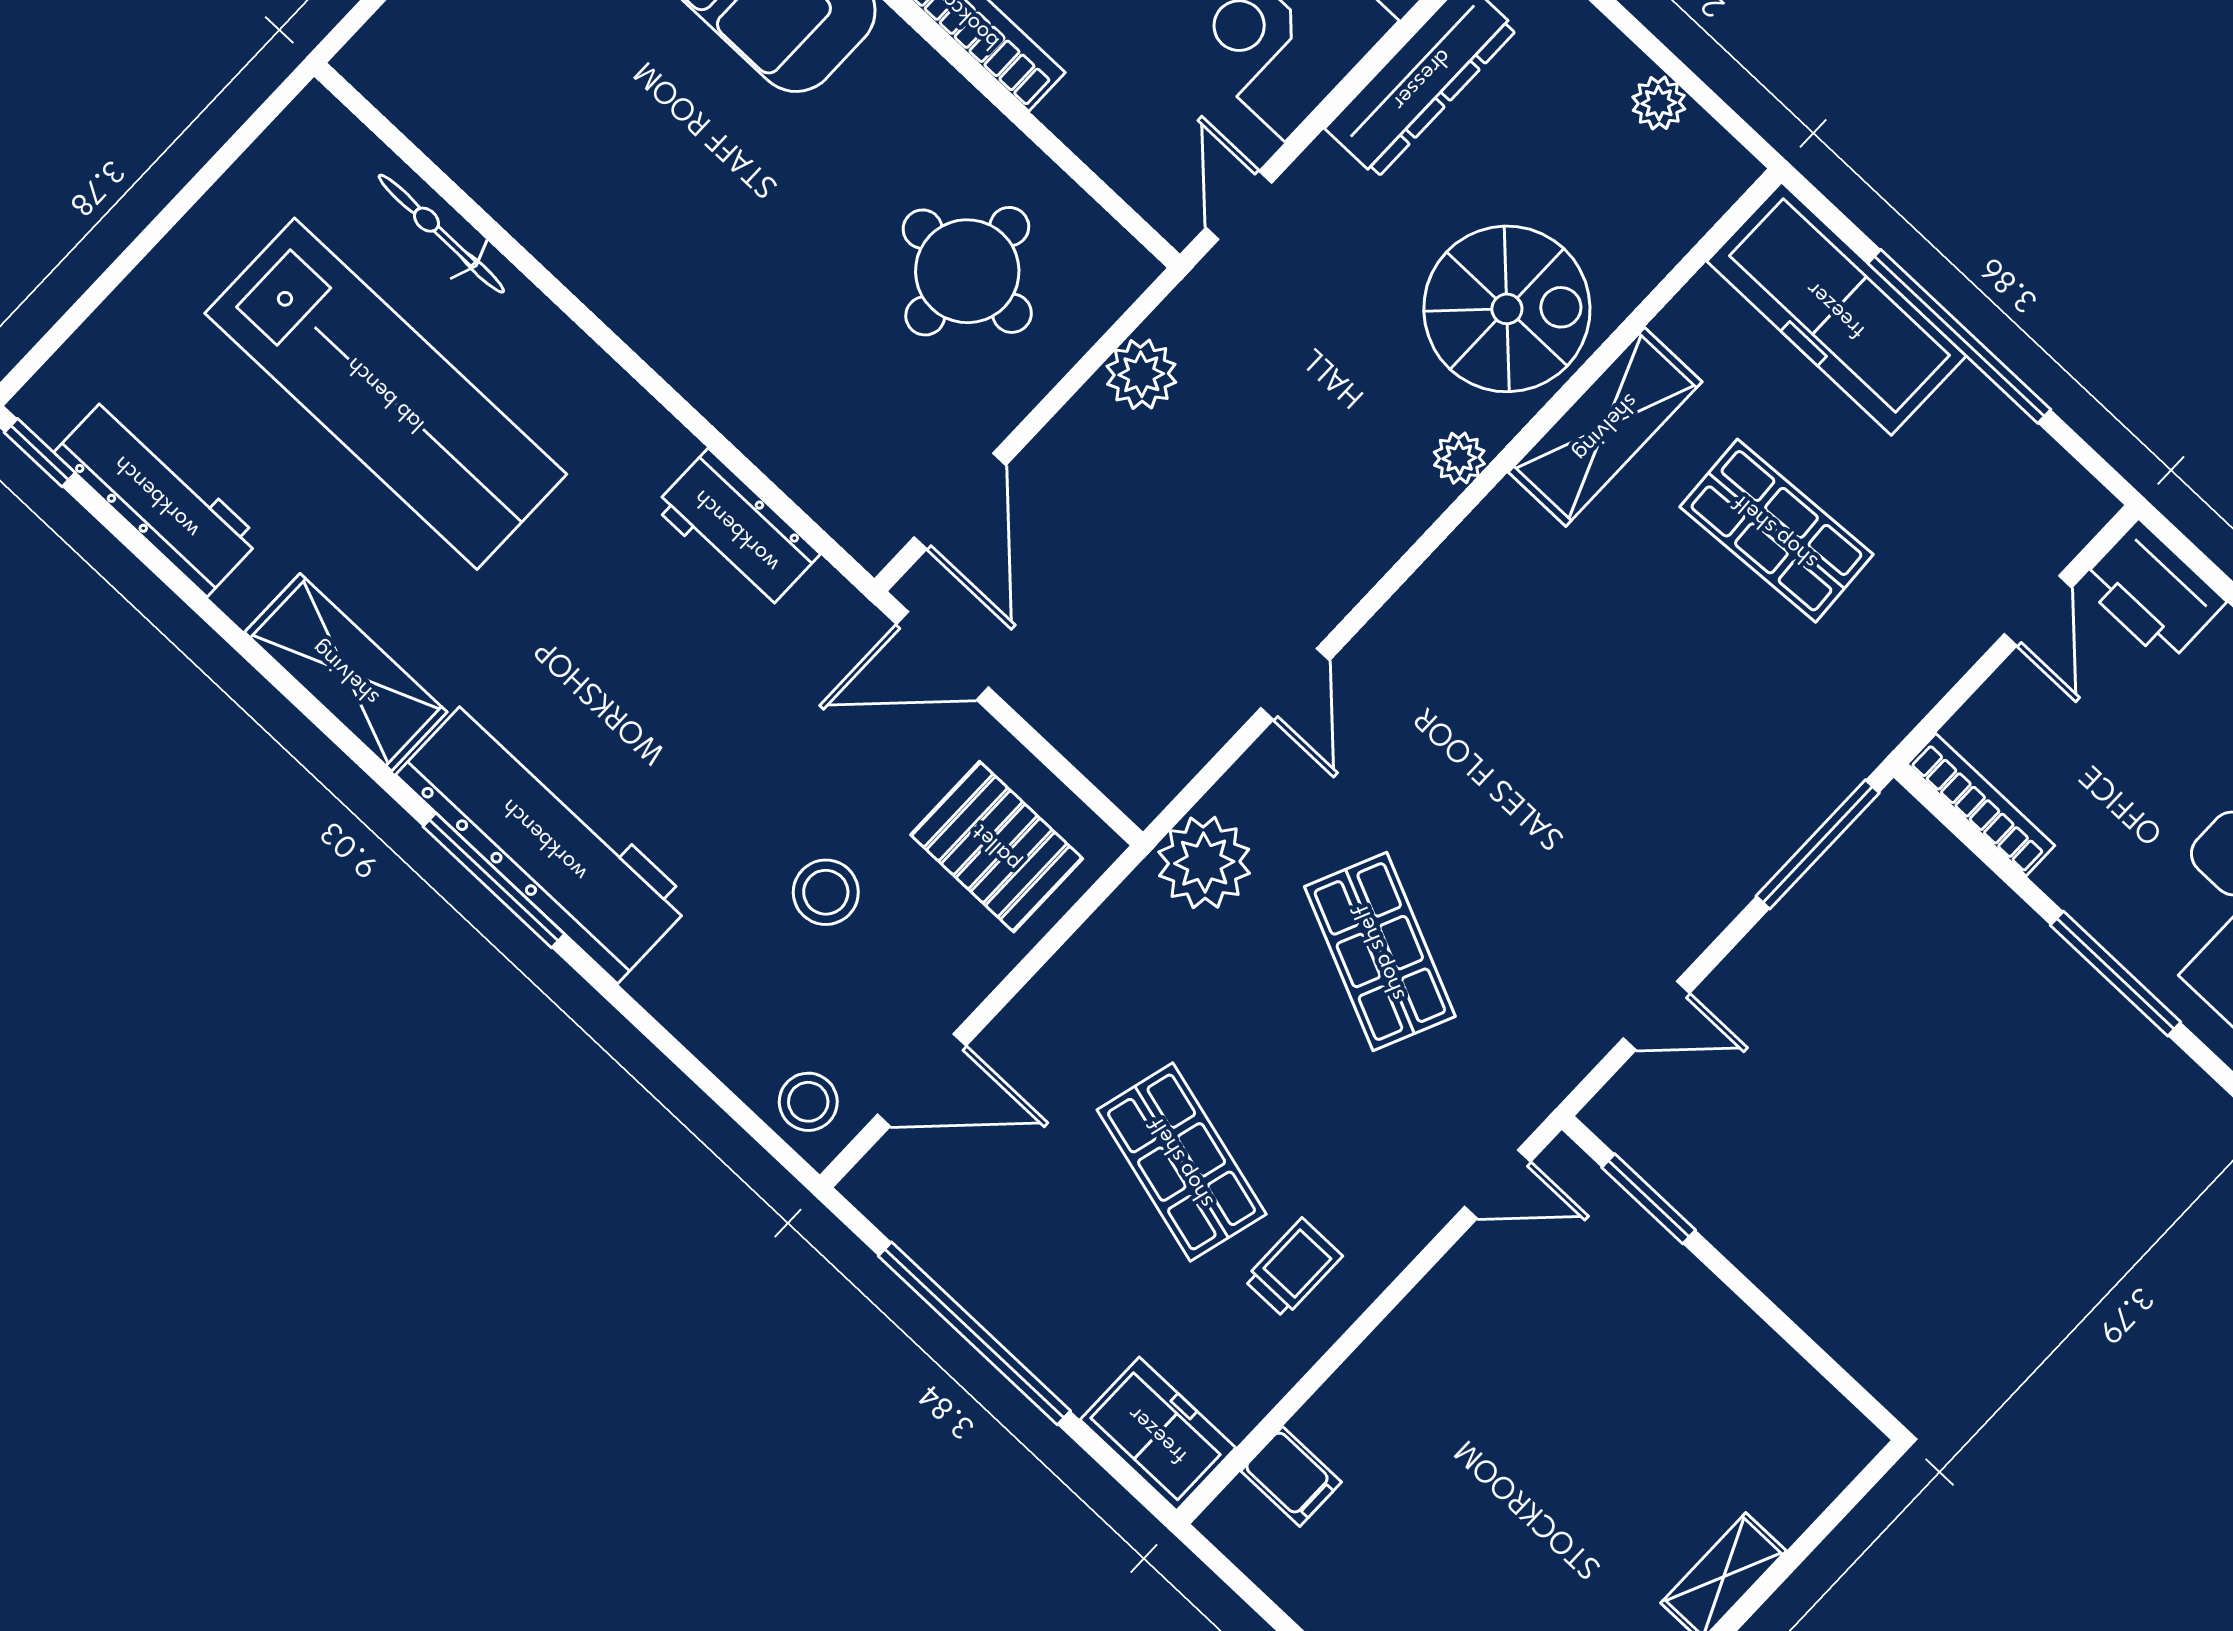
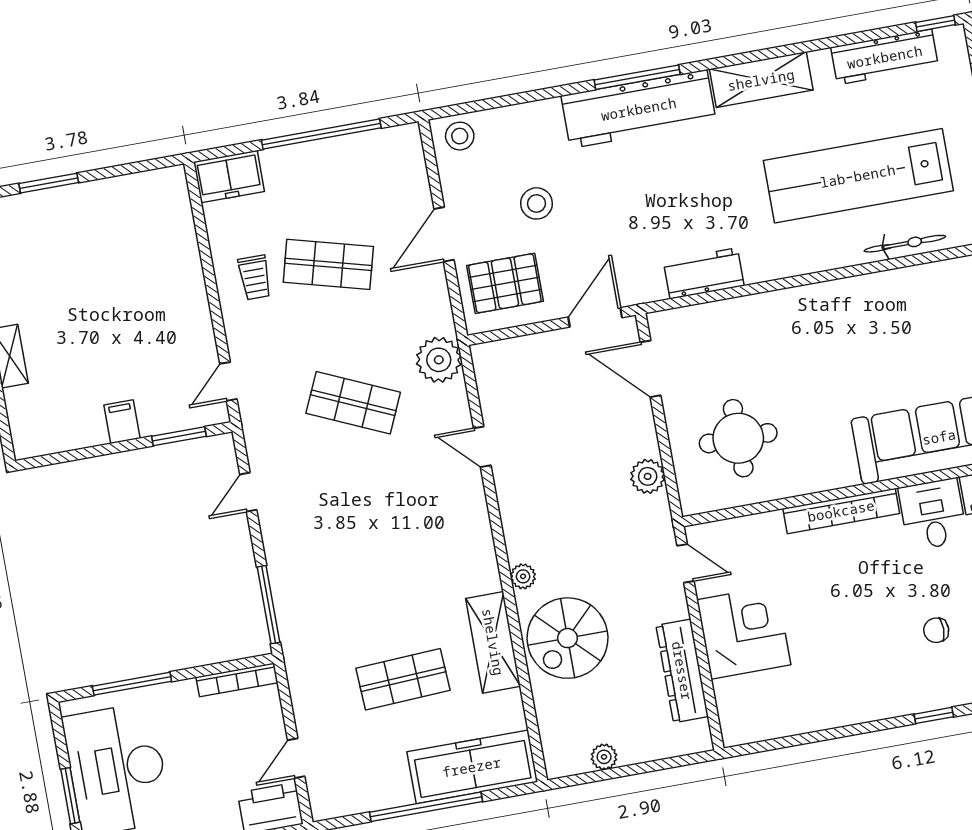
door: (2038, 611) -> (296, 758), hinge flipped
door: (922, 1080) -> (444, 234), moved
filing cabinet: (1291, 1476) -> (122, 422), moved, turned 90

